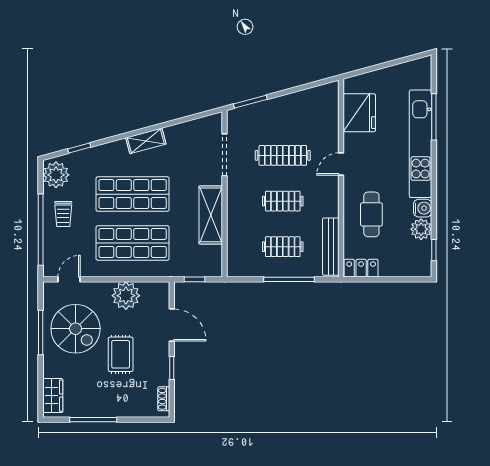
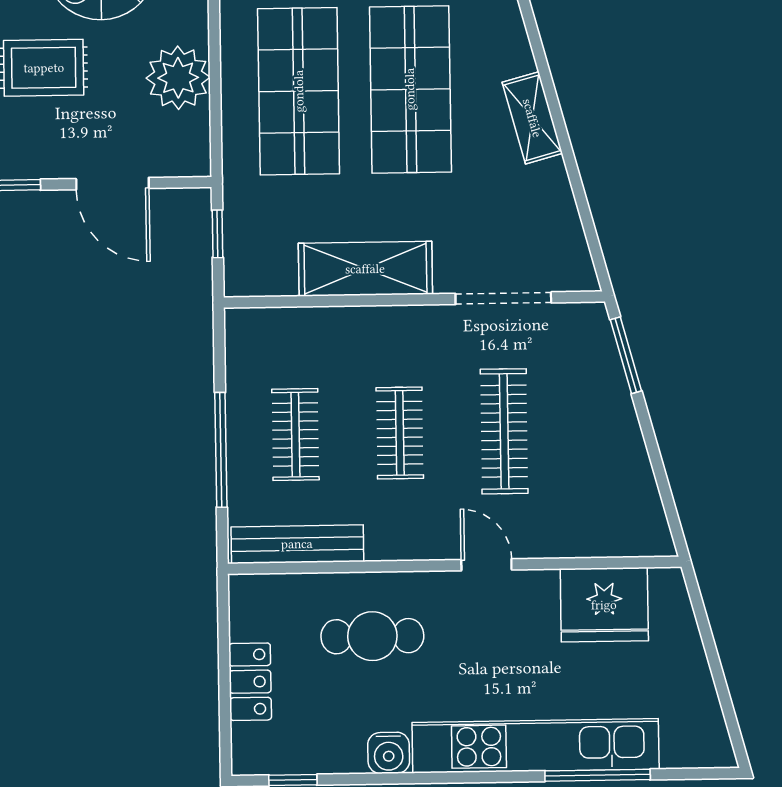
plant: (421, 229) -> (340, 750), removed
locker: (361, 268) -> (250, 682), moved
door: (172, 325) -> (112, 184), hinge flipped

